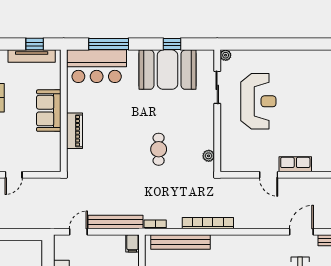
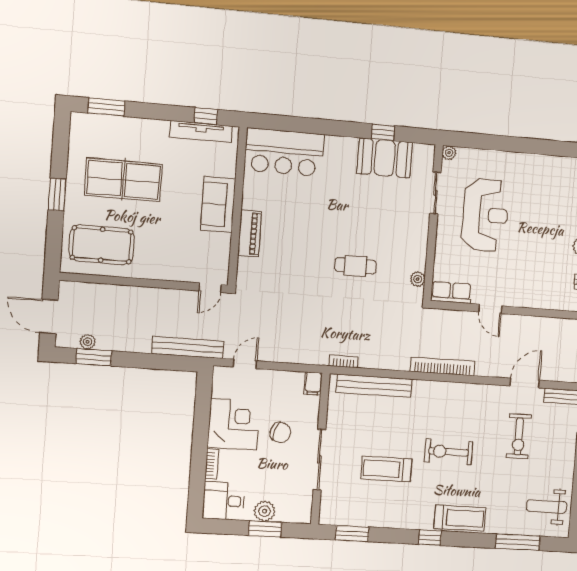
window: (109, 44) -> (302, 125), removed
booth: (168, 70) -> (385, 158), width x0.73, depth x0.70
cafe table: (159, 149) -> (355, 266), turned 90
row of seats: (295, 164) -> (451, 292), moved
door: (14, 175) -> (210, 288), moved
bench: (116, 222) -> (188, 347), moved
bookcase: (208, 223) -> (443, 366), moved

